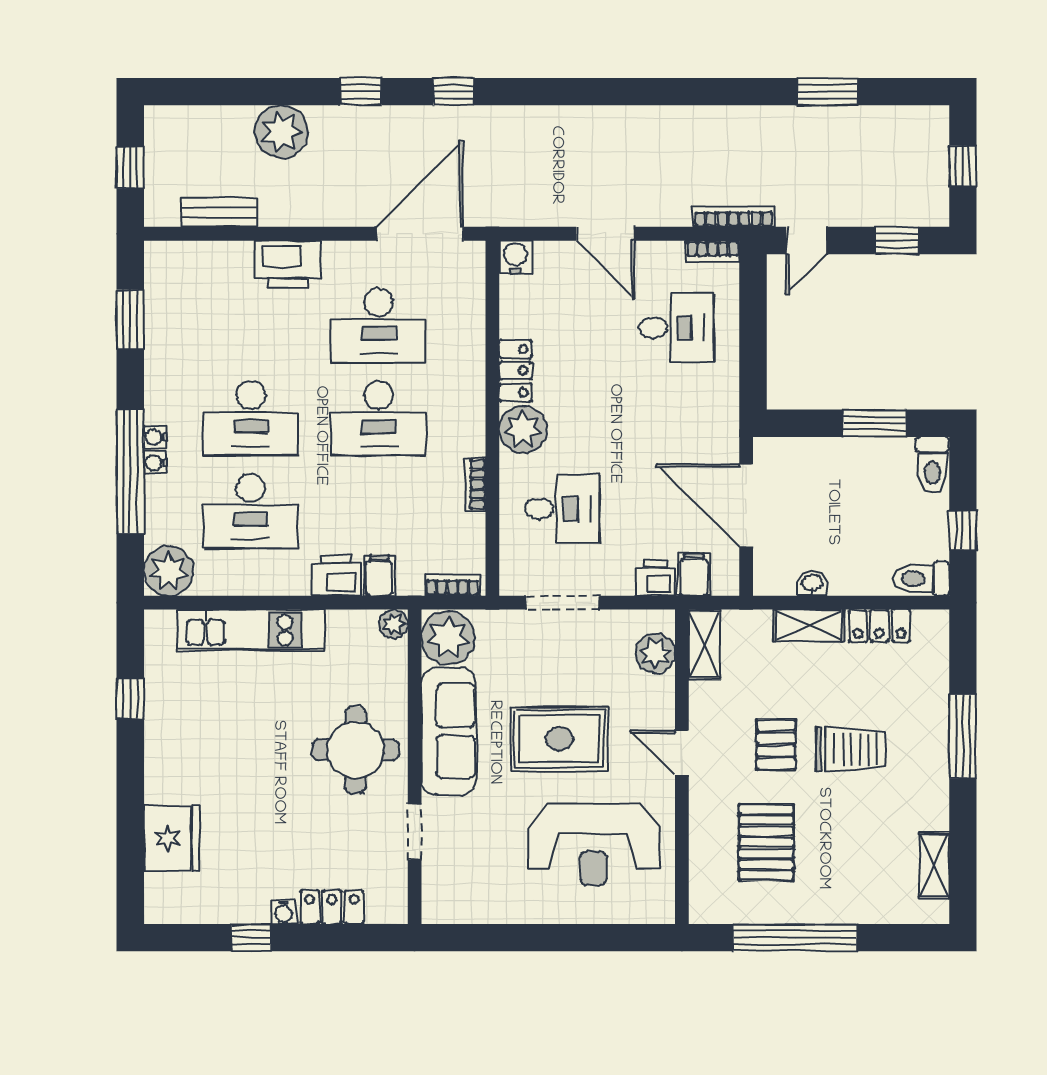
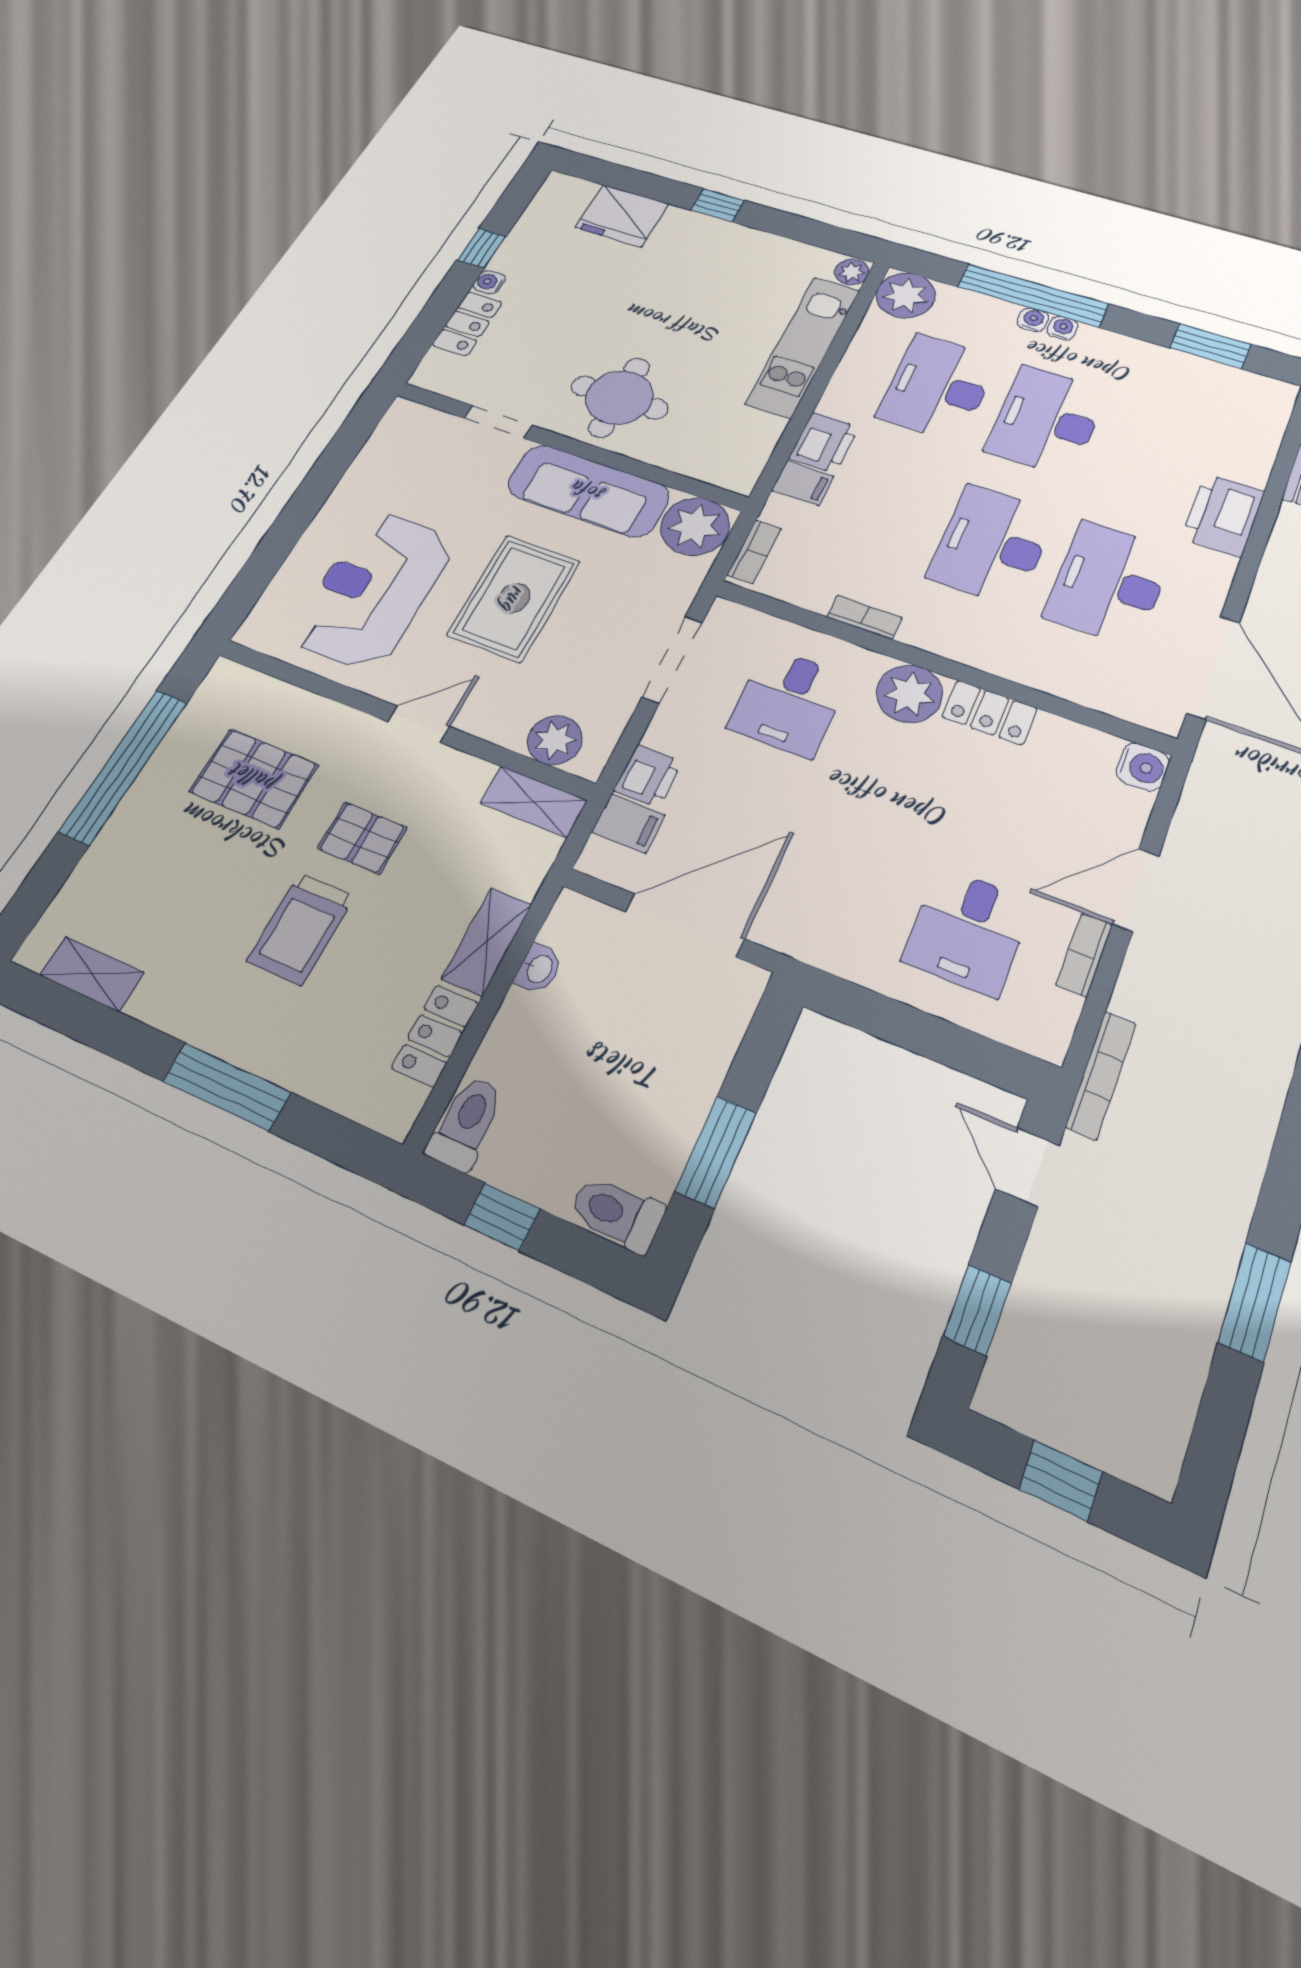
bookcase: (713, 251) -> (1084, 955), moved
plant: (393, 624) -> (852, 272), moved
window: (130, 699) -> (718, 205), moved

